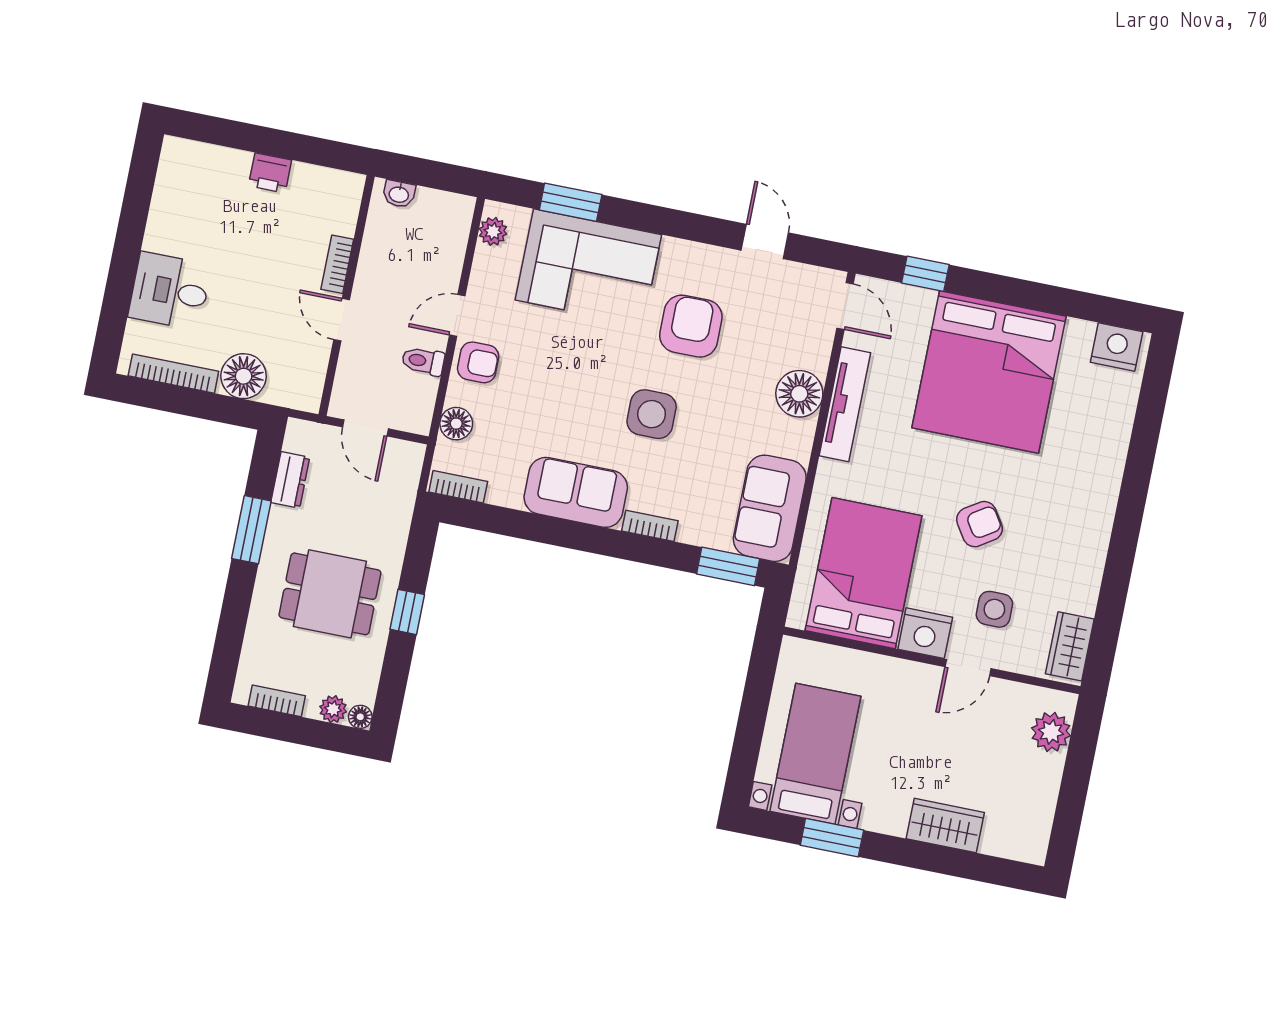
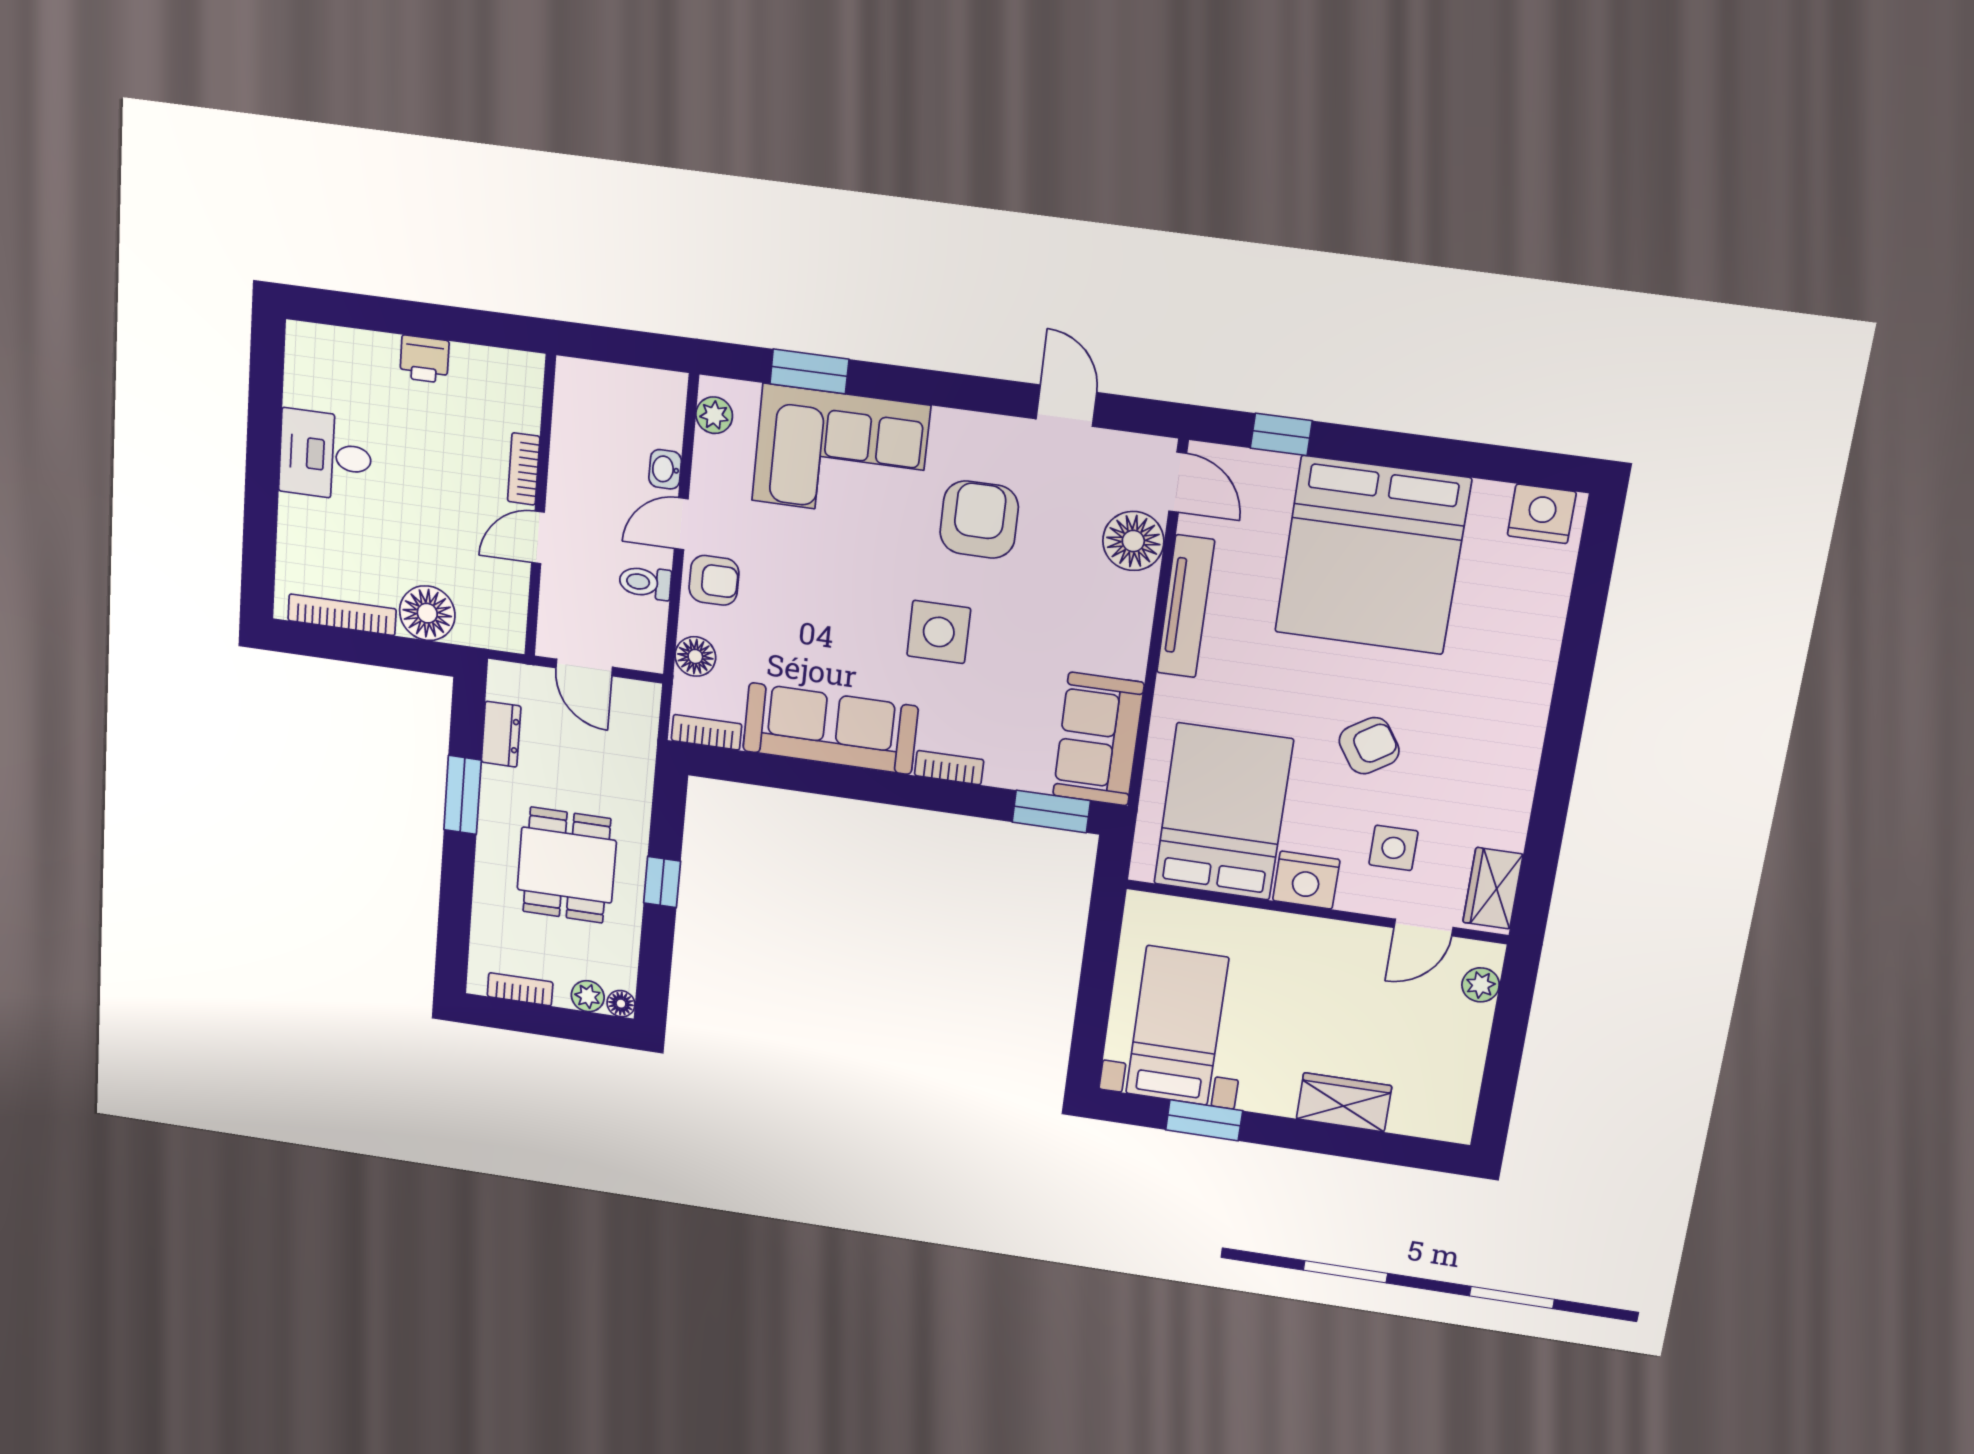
washbasin: (399, 194) -> (665, 469), moved, turned 90
desk: (170, 291) -> (325, 455), moved
door: (342, 320) -> (538, 537), hinge flipped
floor lamp: (799, 394) -> (1133, 541), moved
sofa: (576, 492) -> (830, 729), width x1.36
dining table: (330, 594) -> (567, 865), turned 90
door: (968, 668) -> (1424, 927), moved
plant: (1051, 732) -> (1481, 985), width x0.73, depth x0.73

